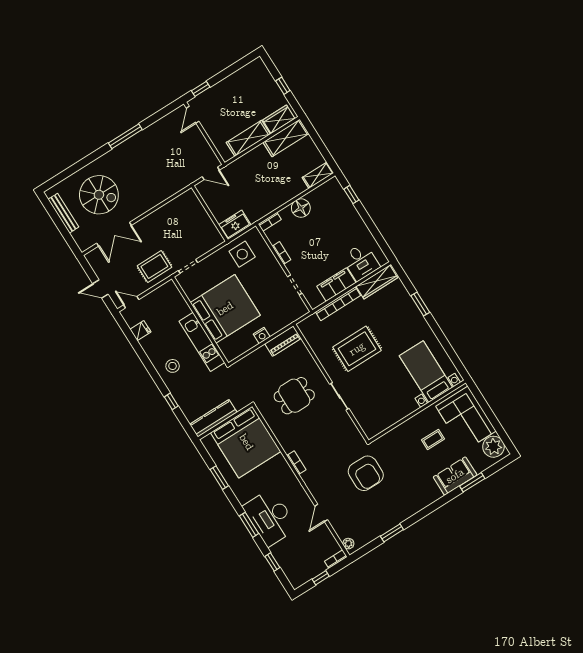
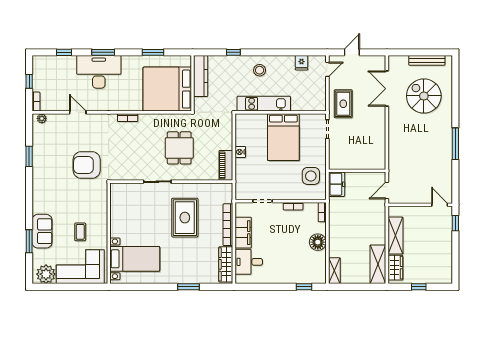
spiral stairs: (99, 195) -> (424, 96), turned 90
bed: (225, 309) -> (283, 137), width x0.73

